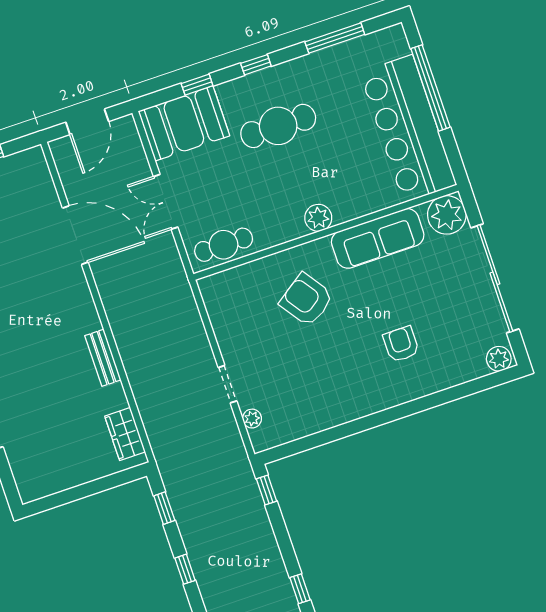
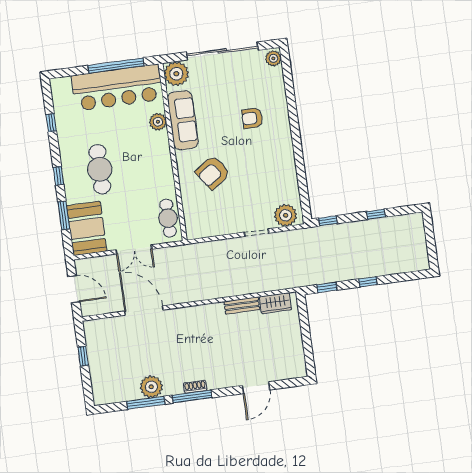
window: (335, 38) -> (51, 123), width x0.46
window: (197, 85) -> (64, 215), width x1.50
window: (430, 88) -> (116, 66), moved
plant: (318, 218) -> (158, 122), moved
door: (75, 235) -> (144, 310), hinge flipped
bench: (103, 358) -> (242, 306), moved
plant: (252, 419) -> (286, 215), width x1.88, depth x1.88
window: (300, 589) -> (376, 214), moved

